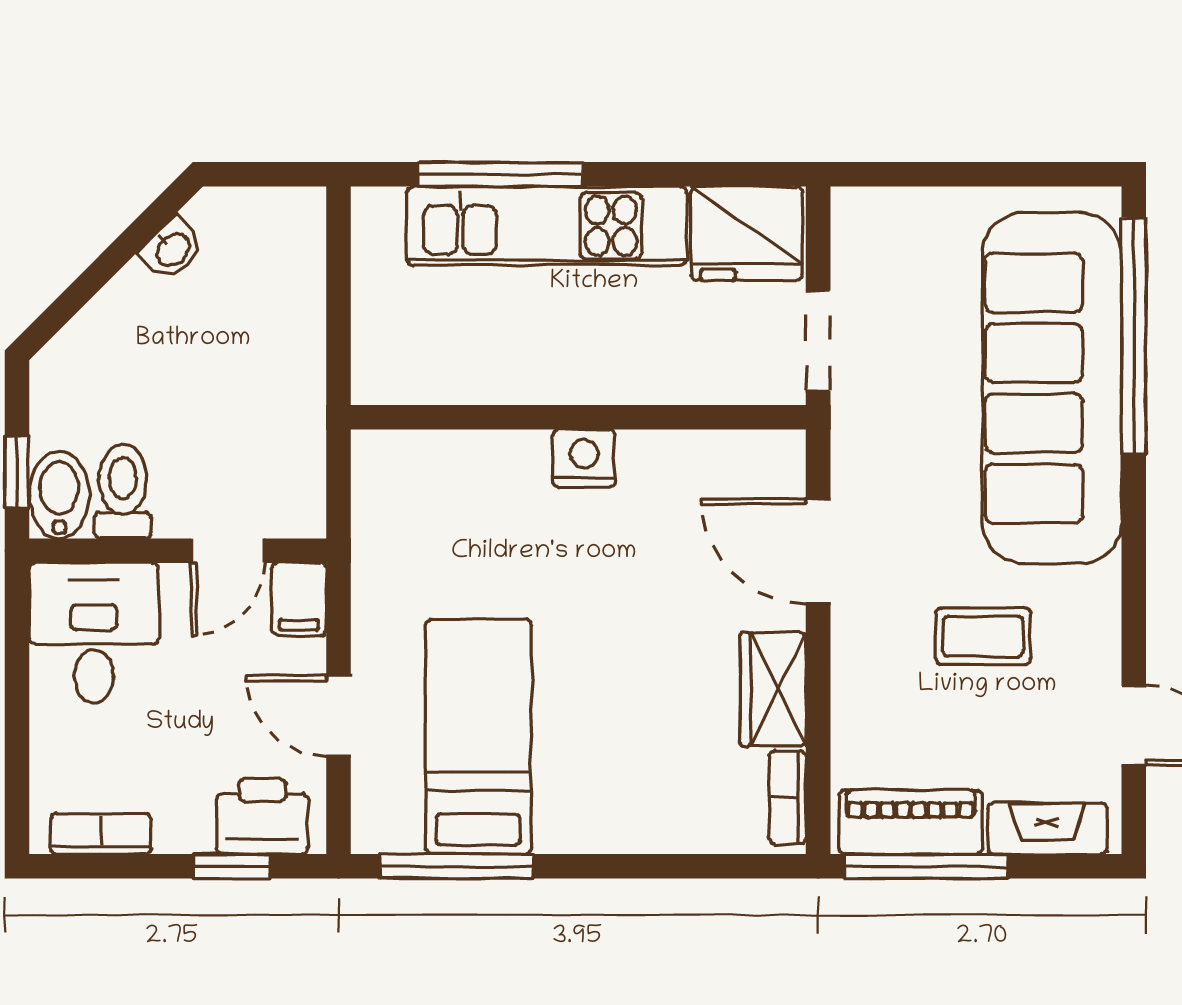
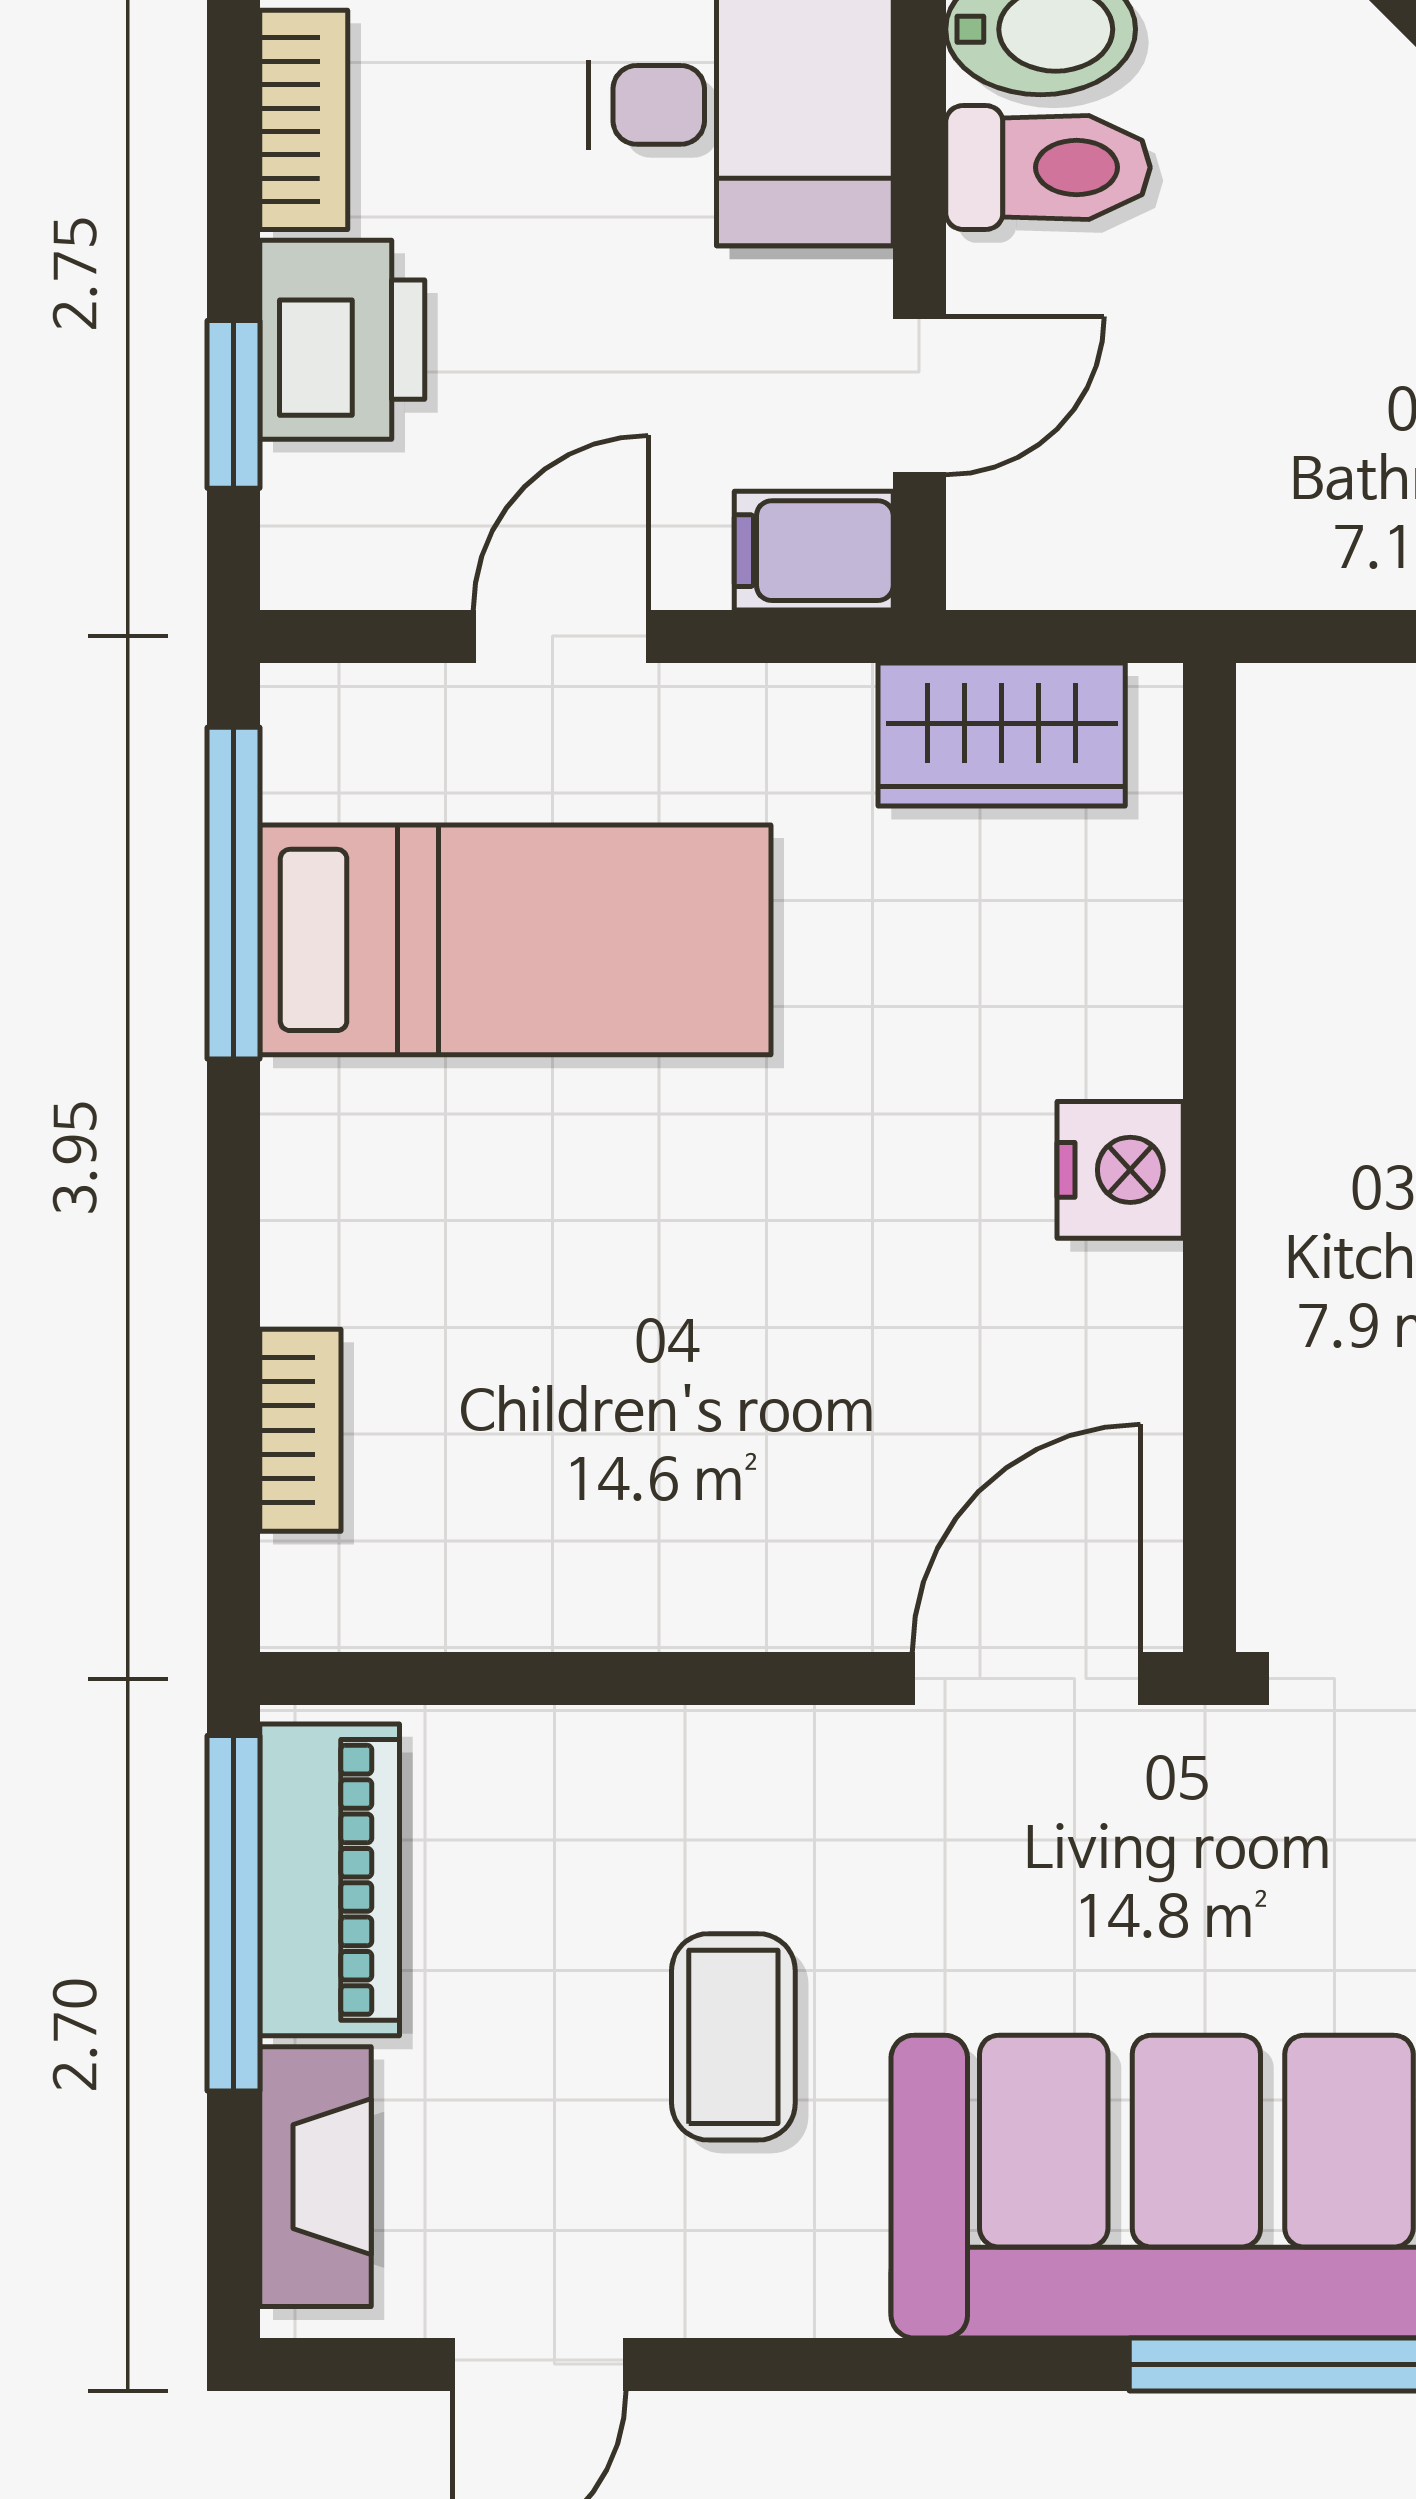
door: (228, 551) -> (919, 395), swing flipped
door: (818, 551) -> (1026, 1679), moved
wardrobe: (773, 689) -> (1002, 735), moved, turned 180
bookcase: (787, 797) -> (300, 1430), moved, turned 90
printer: (262, 816) -> (342, 340), moved

